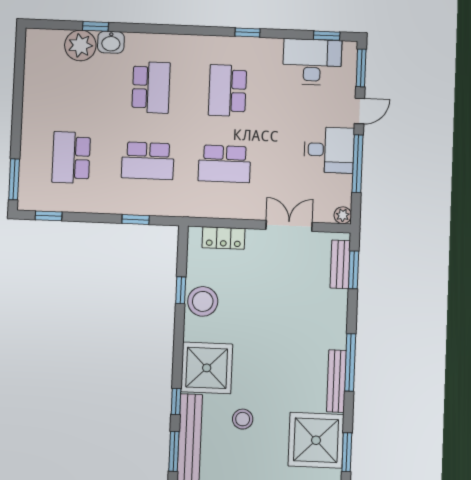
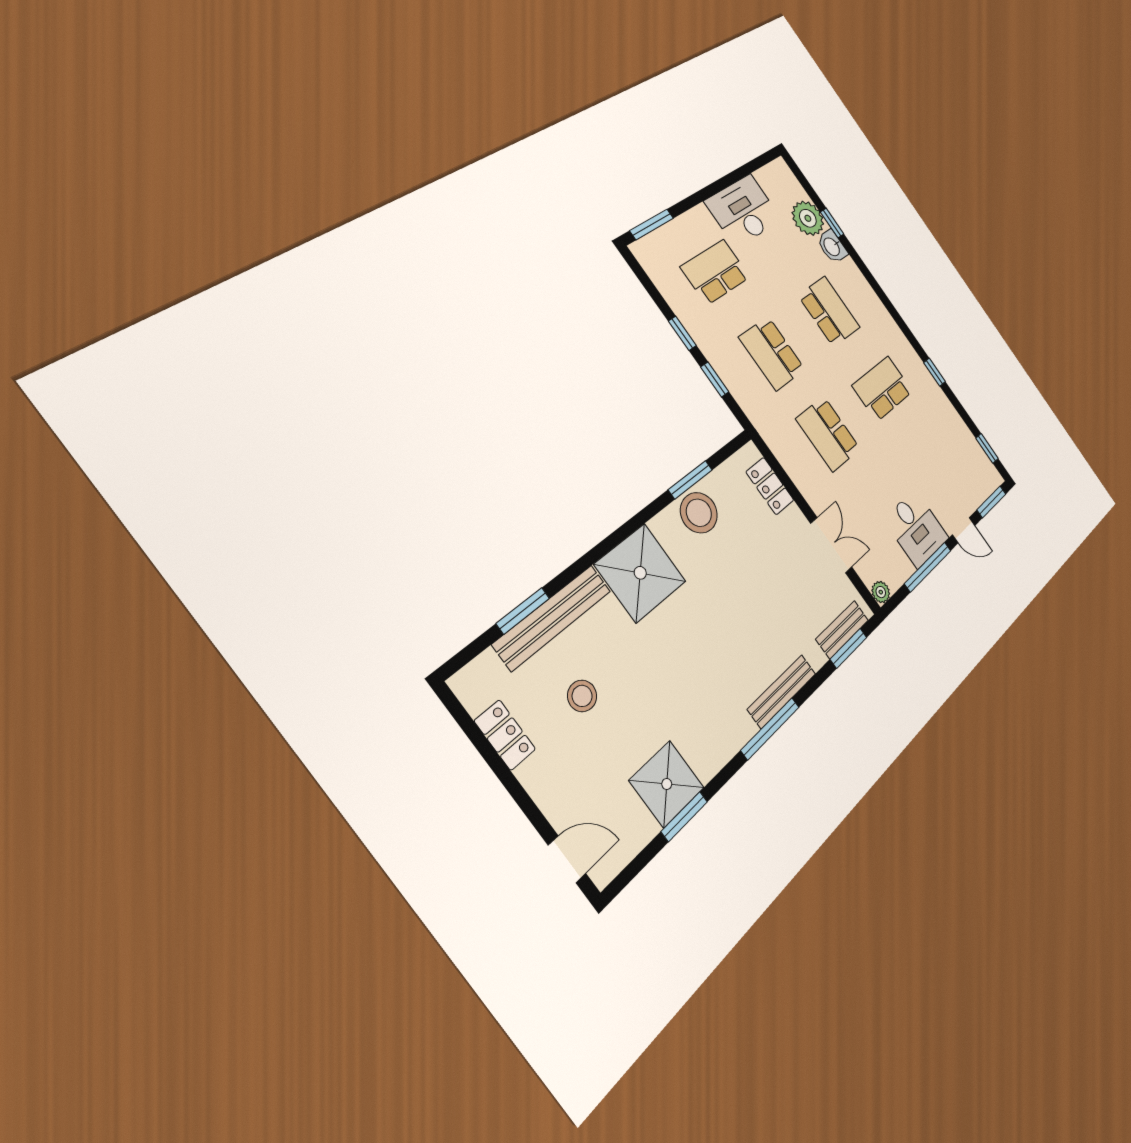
desk: (312, 62) -> (743, 211), moved, turned -90
school desk: (151, 87) -> (829, 311), turned -90
window: (49, 216) -> (682, 333), moved
window: (181, 290) -> (690, 480), width x1.50
bench: (336, 381) -> (782, 691), moved
window: (176, 402) -> (579, 567), removed
stool: (243, 419) -> (582, 696), moved
shower: (316, 440) -> (667, 784), width x0.73, depth x0.73

